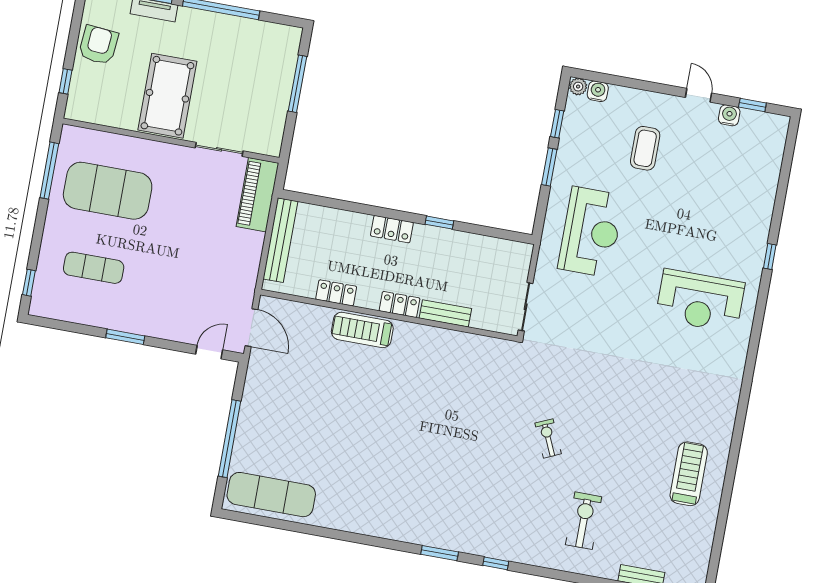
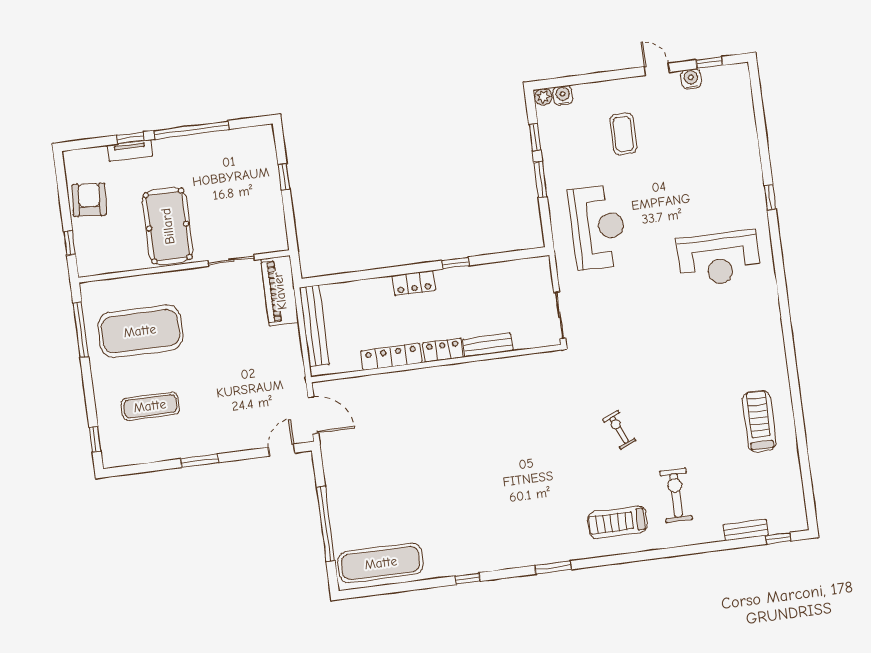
window: (298, 84) -> (284, 177), width x0.46
locker: (336, 293) -> (391, 357), width x1.53
treadmill: (362, 330) -> (617, 522), moved
window: (496, 563) -> (468, 579), moved

